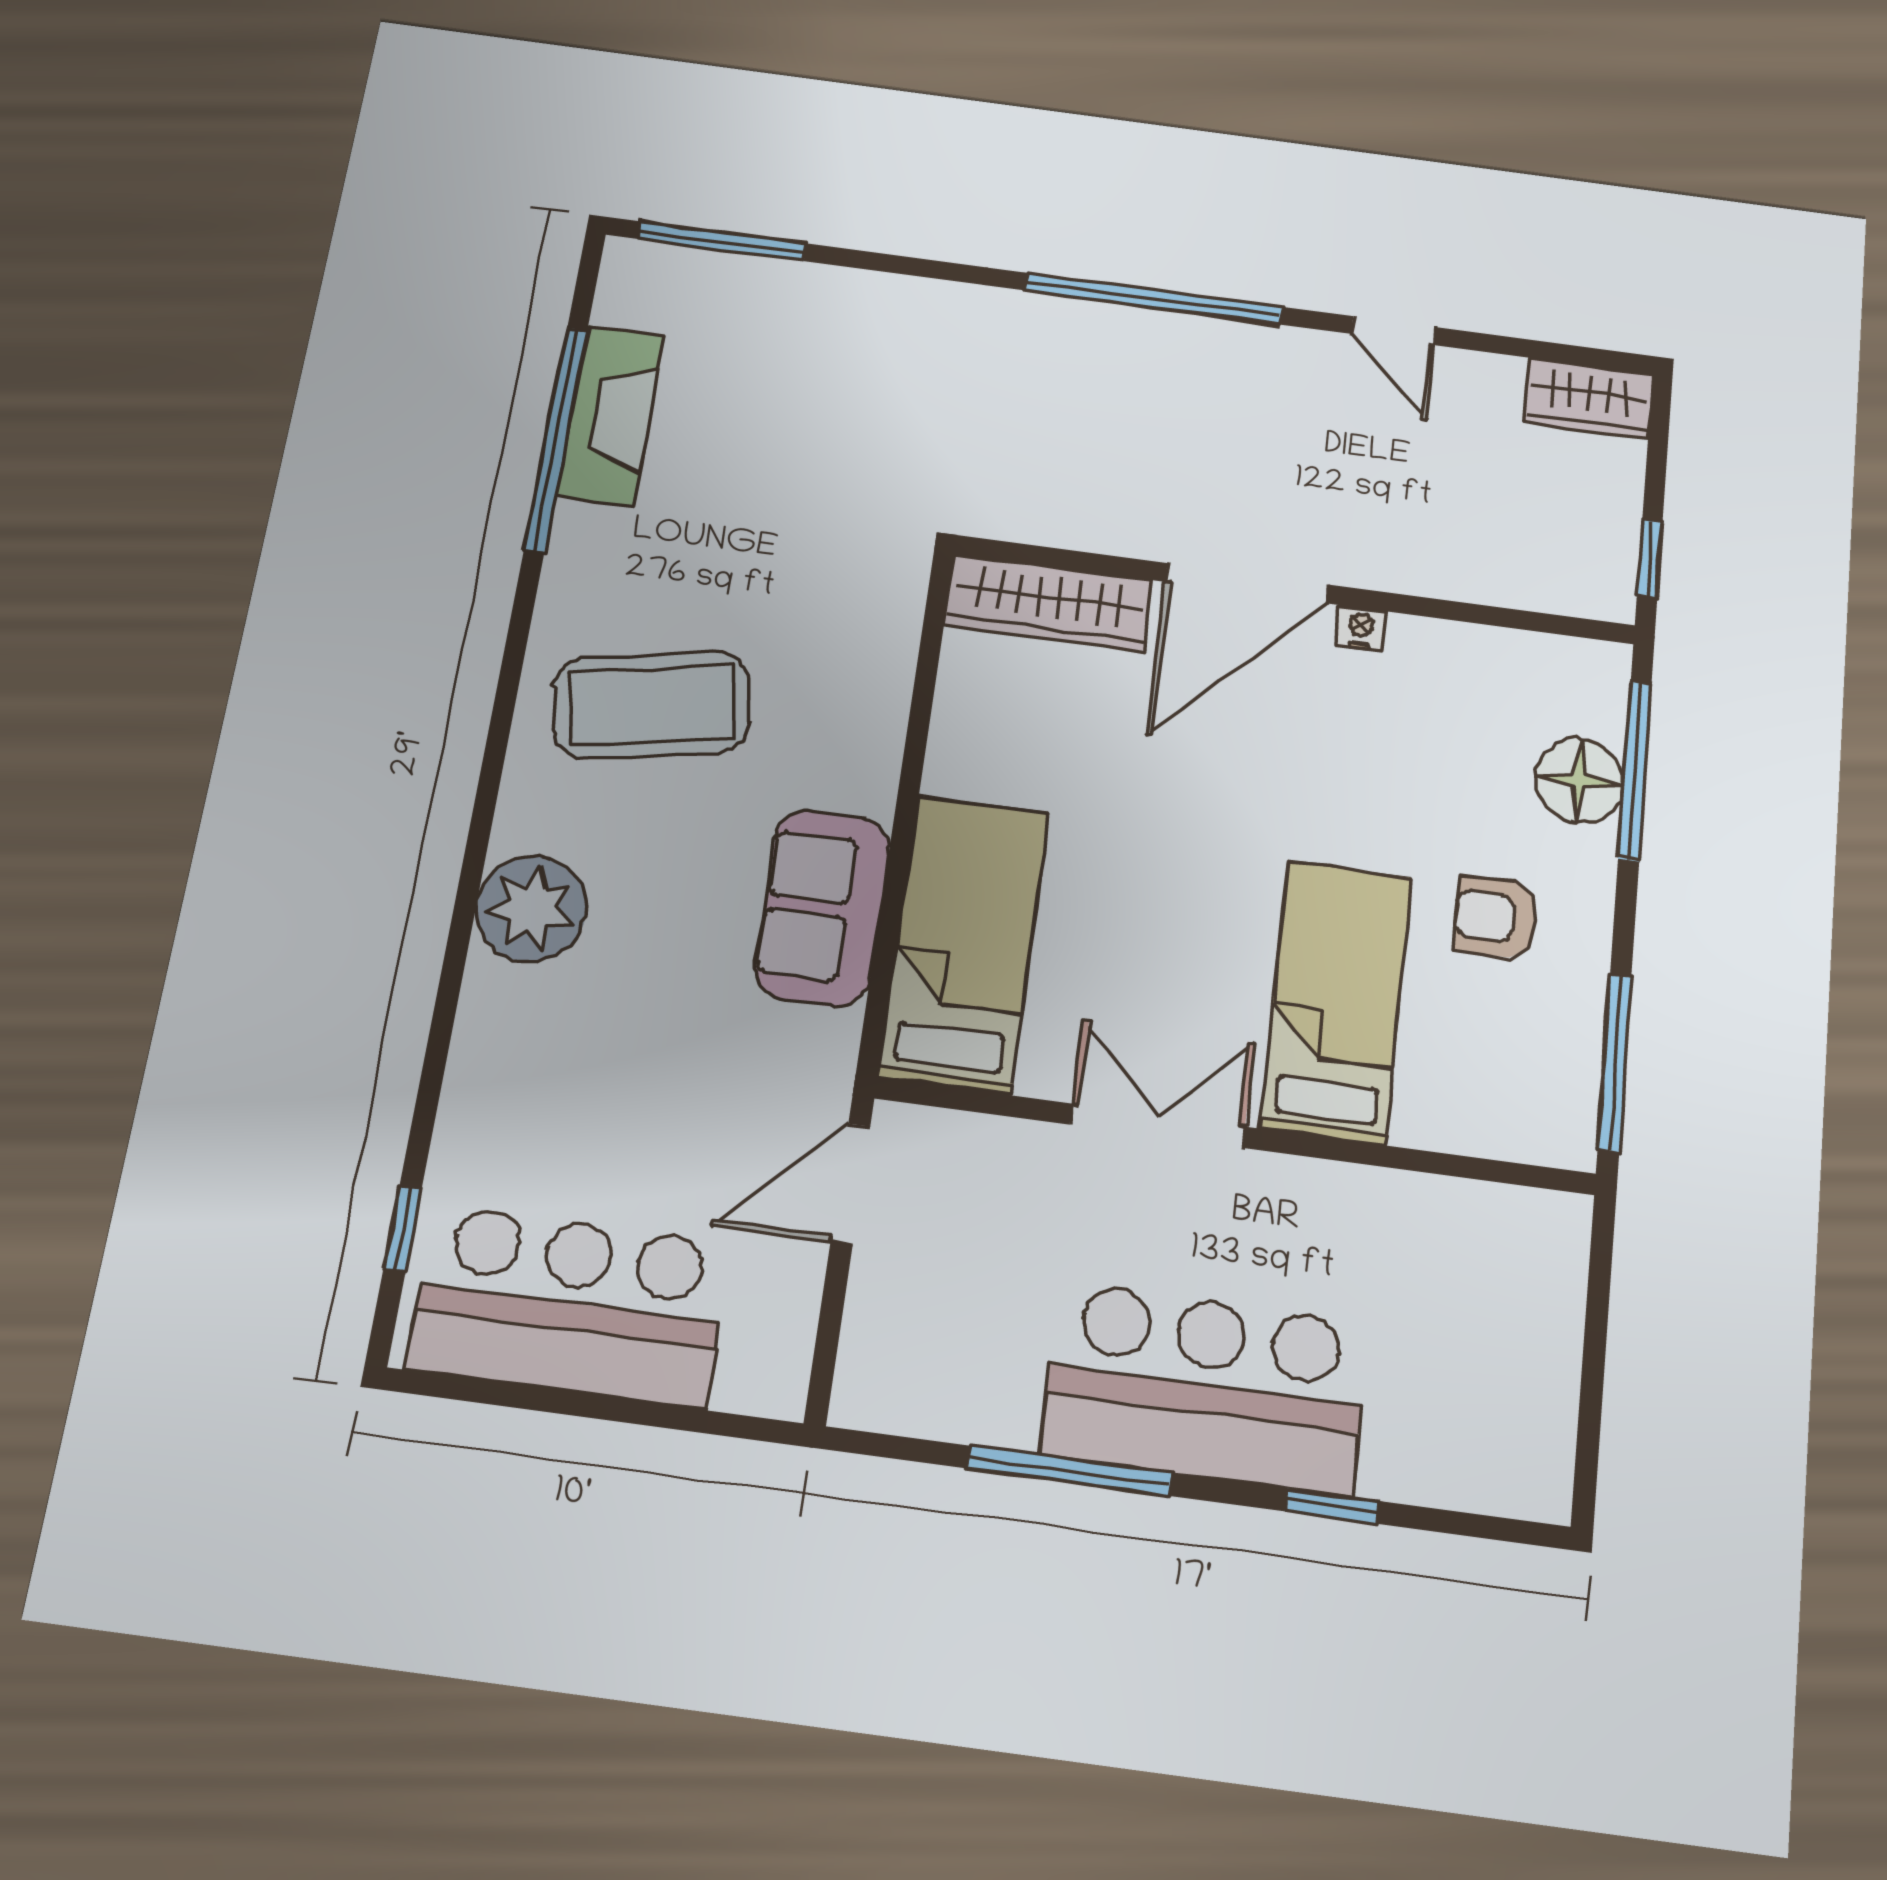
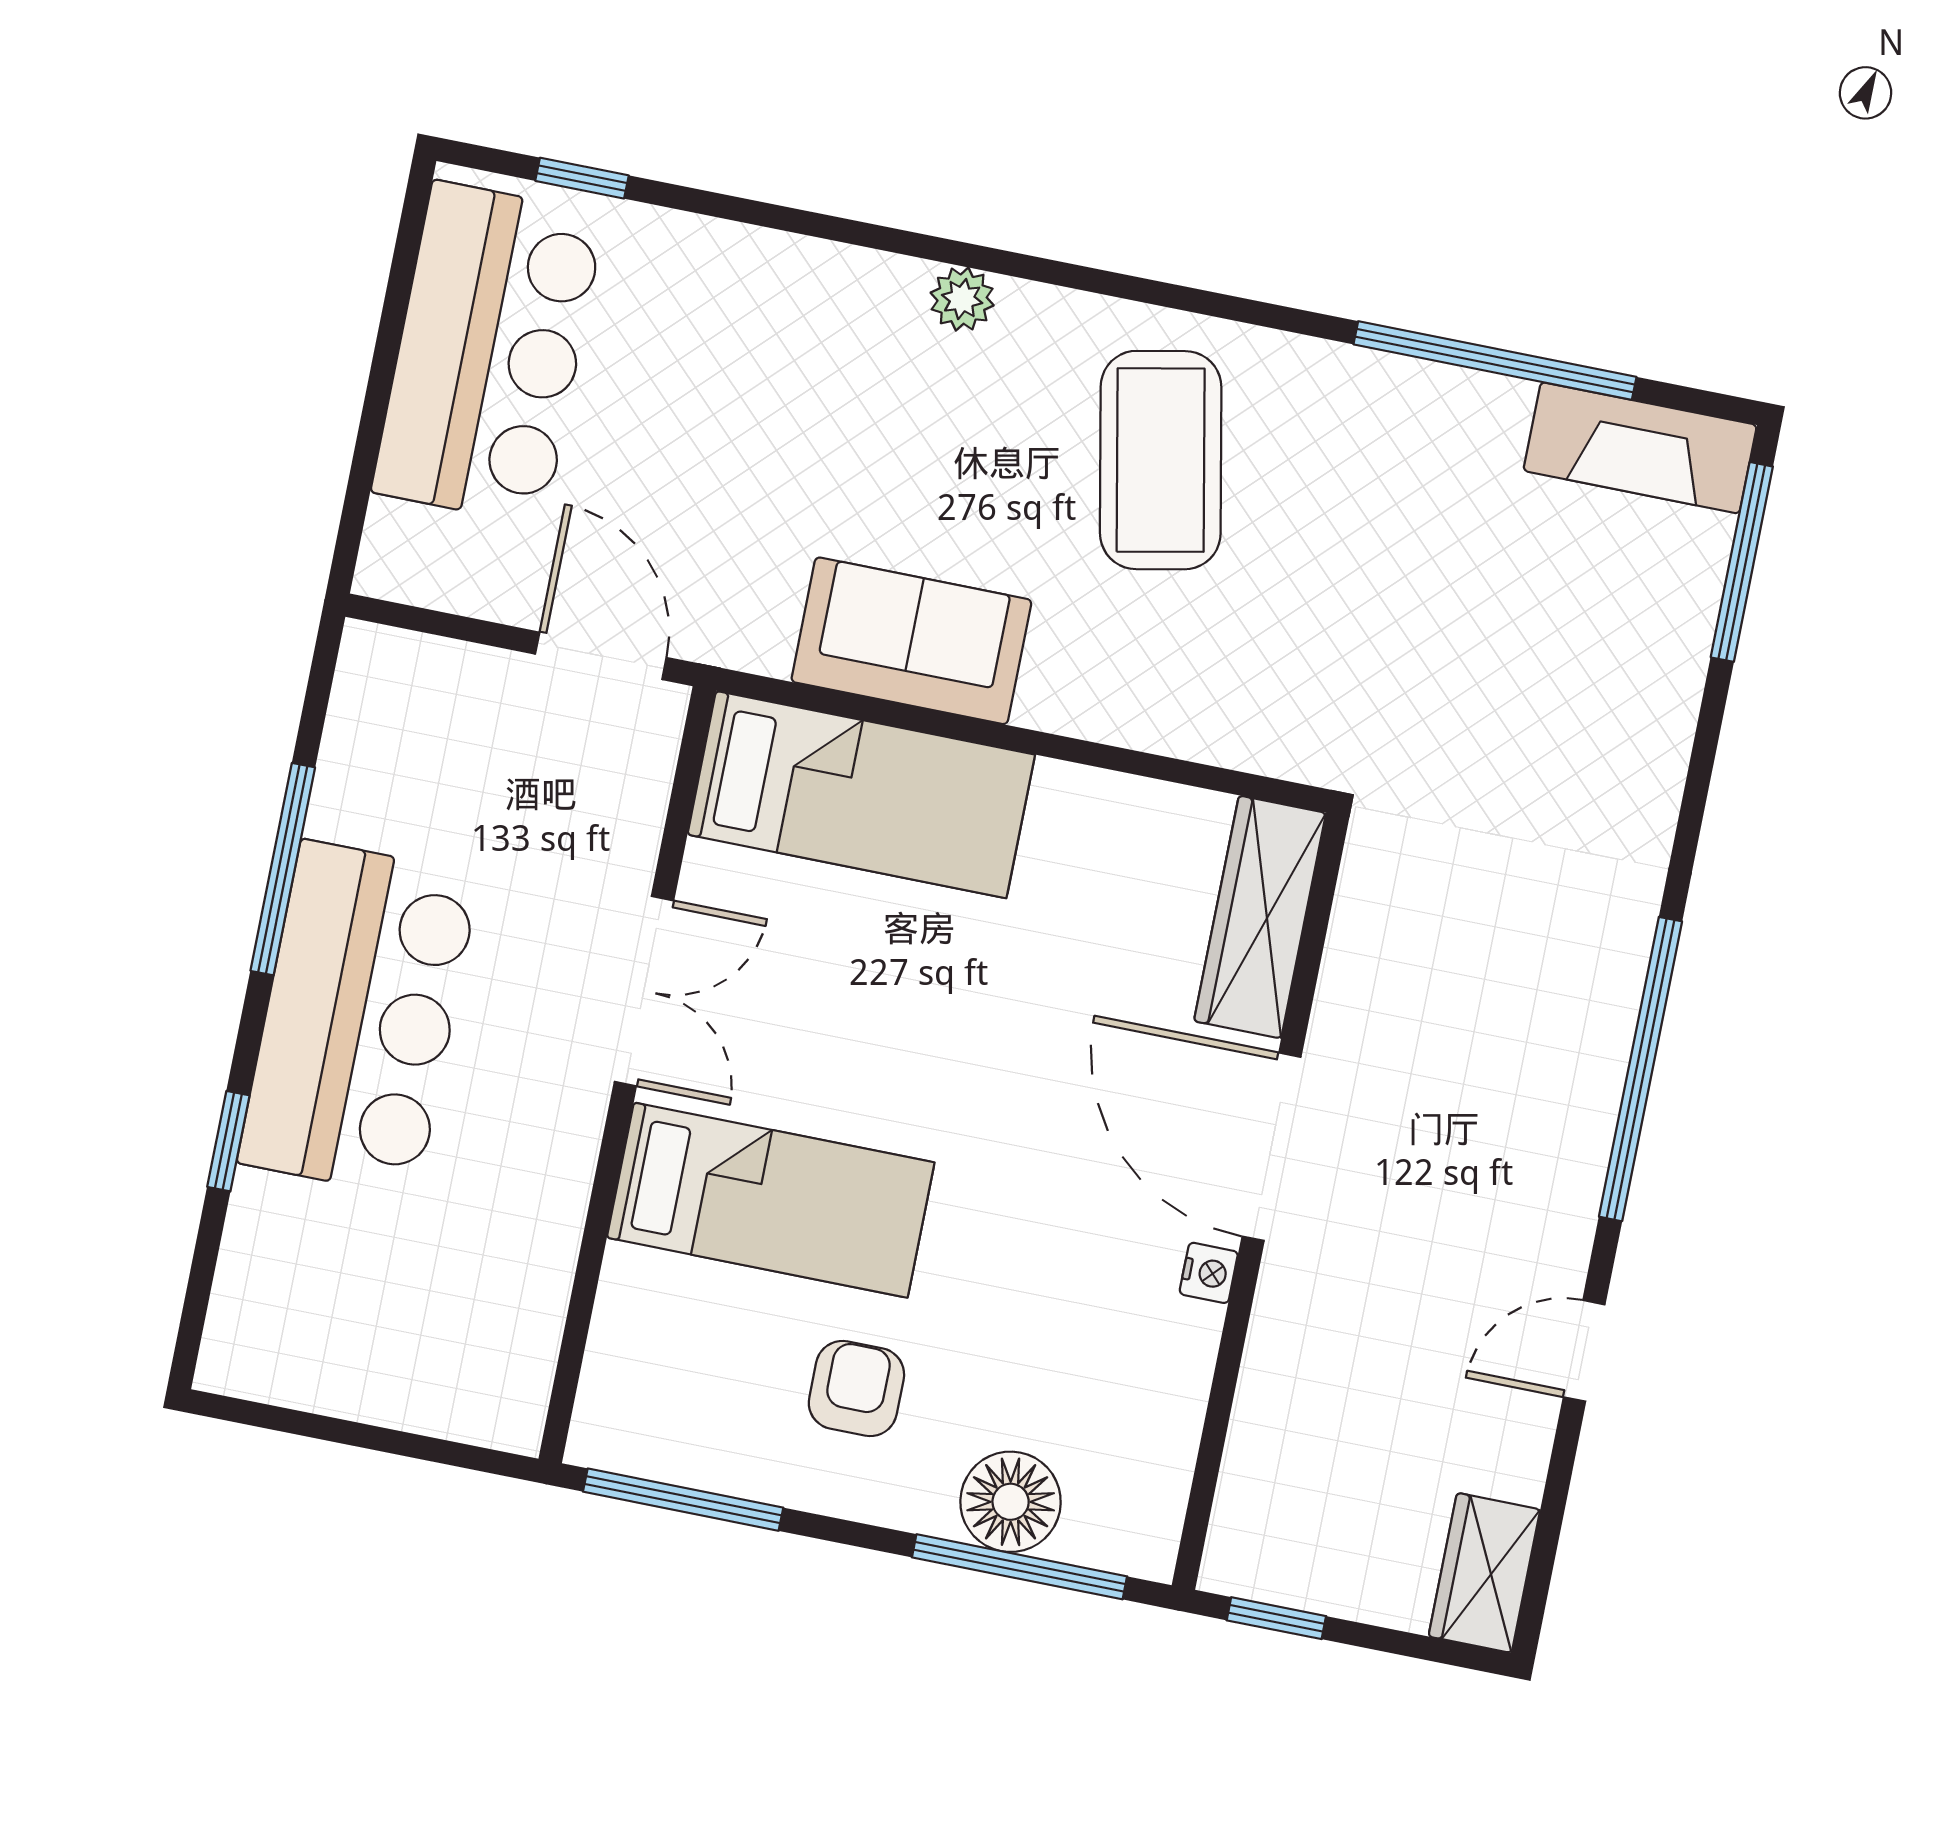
fireplace: (611, 415) -> (1640, 448), moved
plant: (531, 909) -> (962, 299), width x0.53, depth x0.53

